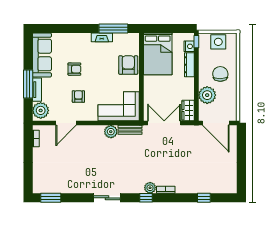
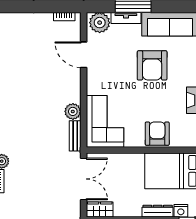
armchair: (128, 65) -> (157, 134), turned -90
armchair: (74, 69) -> (152, 65), width x1.88, depth x1.88
armchair: (78, 96) -> (117, 70), removed

